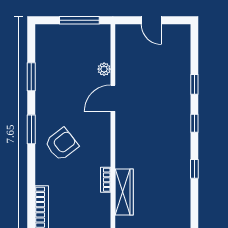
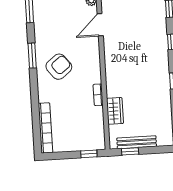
wardrobe: (124, 192) -> (115, 111), width x0.67

